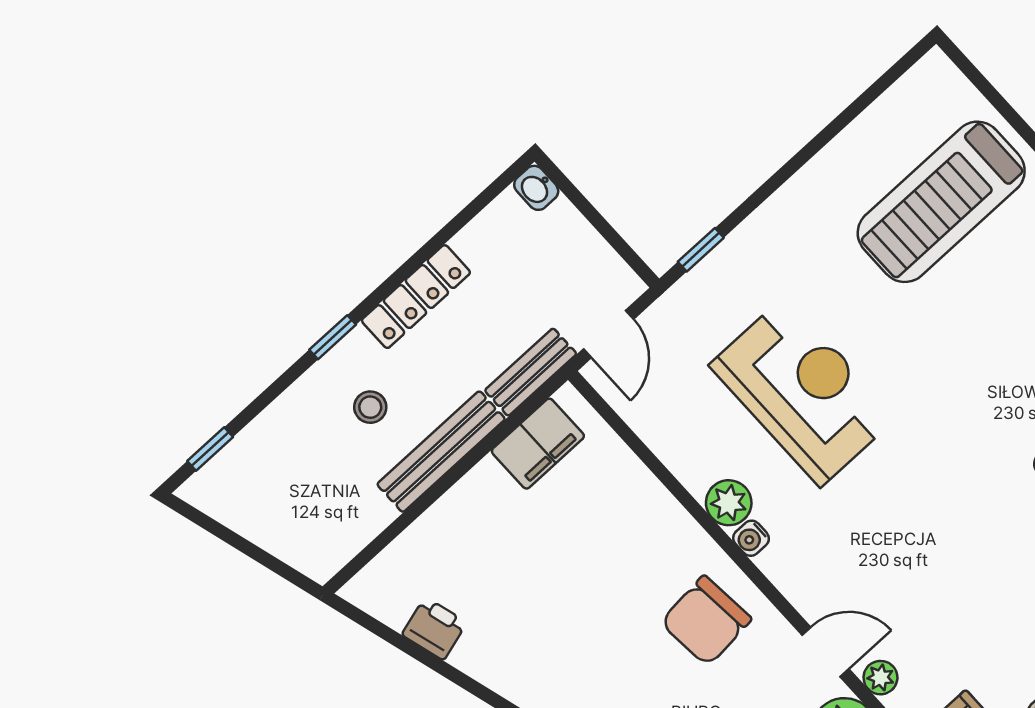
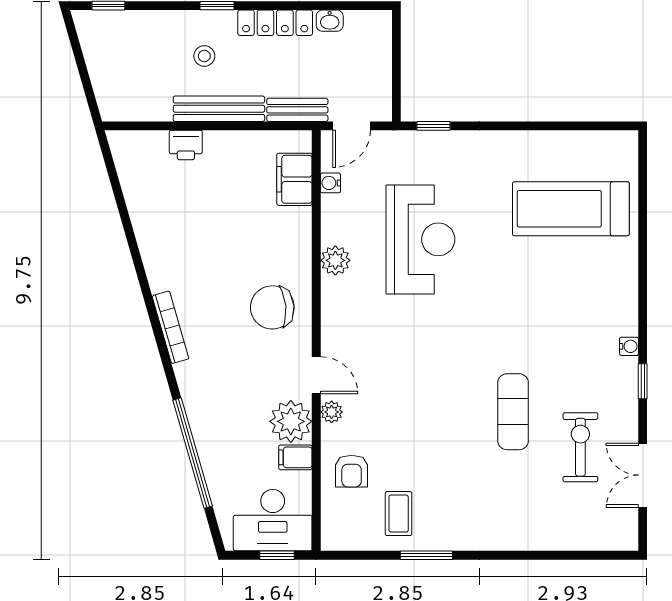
washbasin: (536, 188) -> (330, 21), moved, turned -90
filing cabinet: (538, 444) -> (294, 179), moved, turned 90
water cooler: (751, 538) -> (330, 183), moved
printer: (434, 629) -> (186, 145), moved, turned 106

